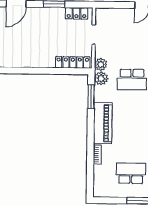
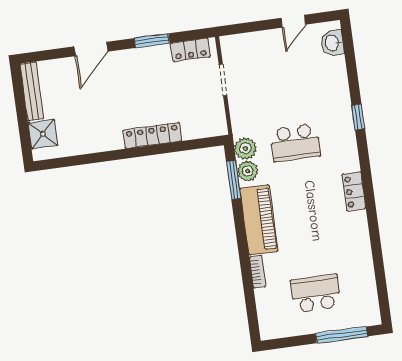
locker: (73, 62) -> (152, 135), moved
plant: (101, 64) -> (248, 171), moved

